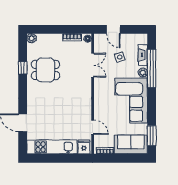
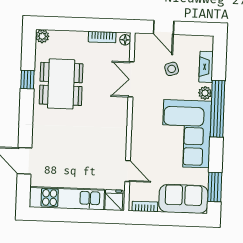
double door: (93, 65) -> (131, 79), swing flipped
window: (152, 68) -> (218, 109), moved
dining table: (45, 70) -> (61, 84), width x1.37

